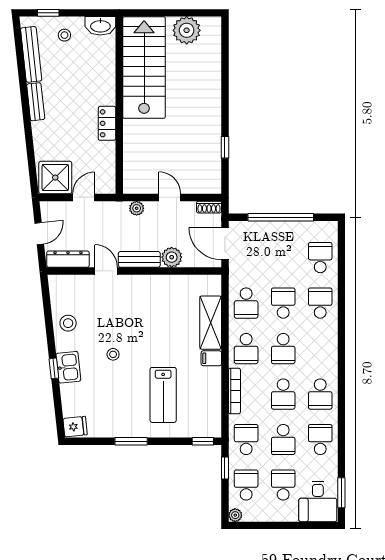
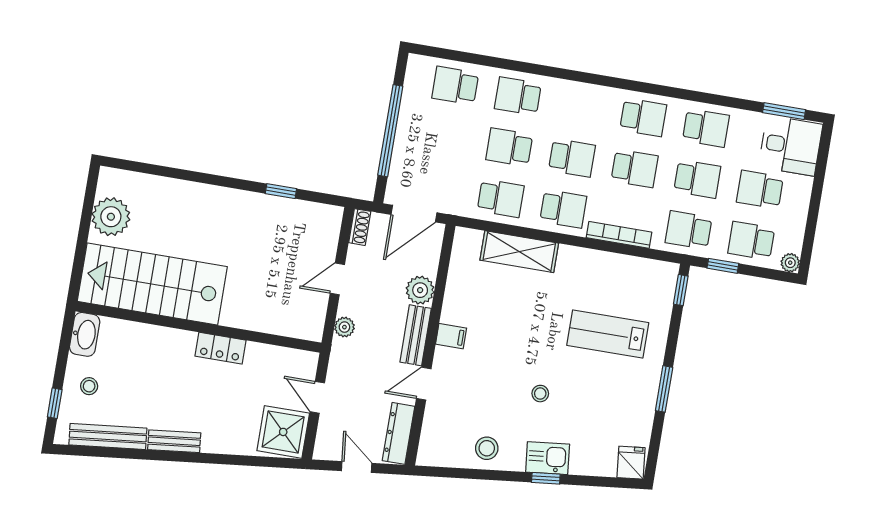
filing cabinet: (211, 358) -> (451, 336), moved, turned -90
lab bench: (163, 395) -> (608, 334), turned 180
school desk: (320, 440) -> (706, 128), turned 180

